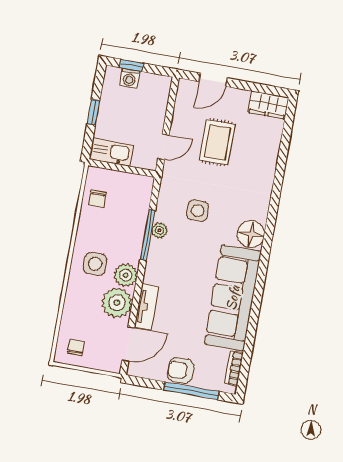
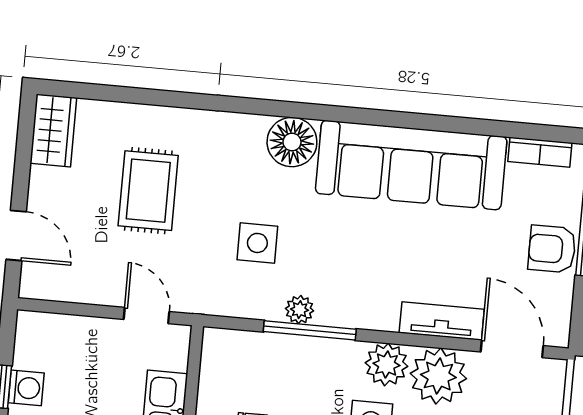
rug: (217, 142) -> (148, 191), moved, turned 90
armchair: (181, 370) -> (552, 249), turned 90

